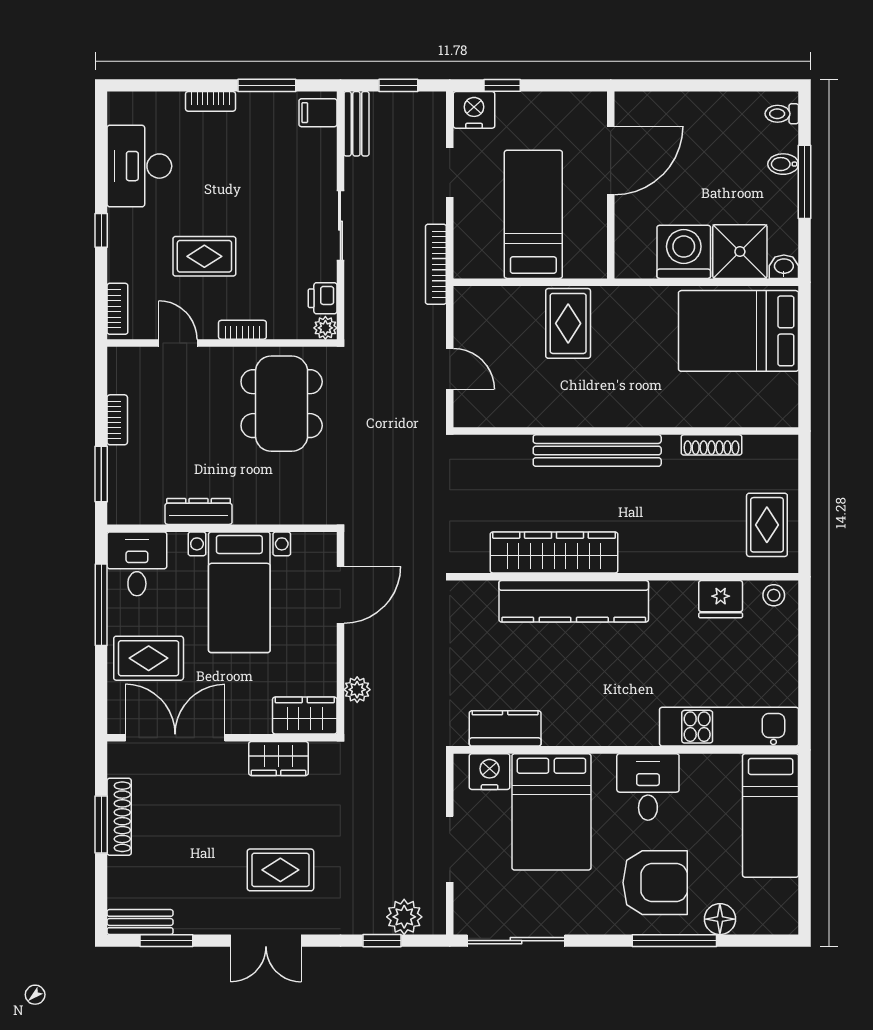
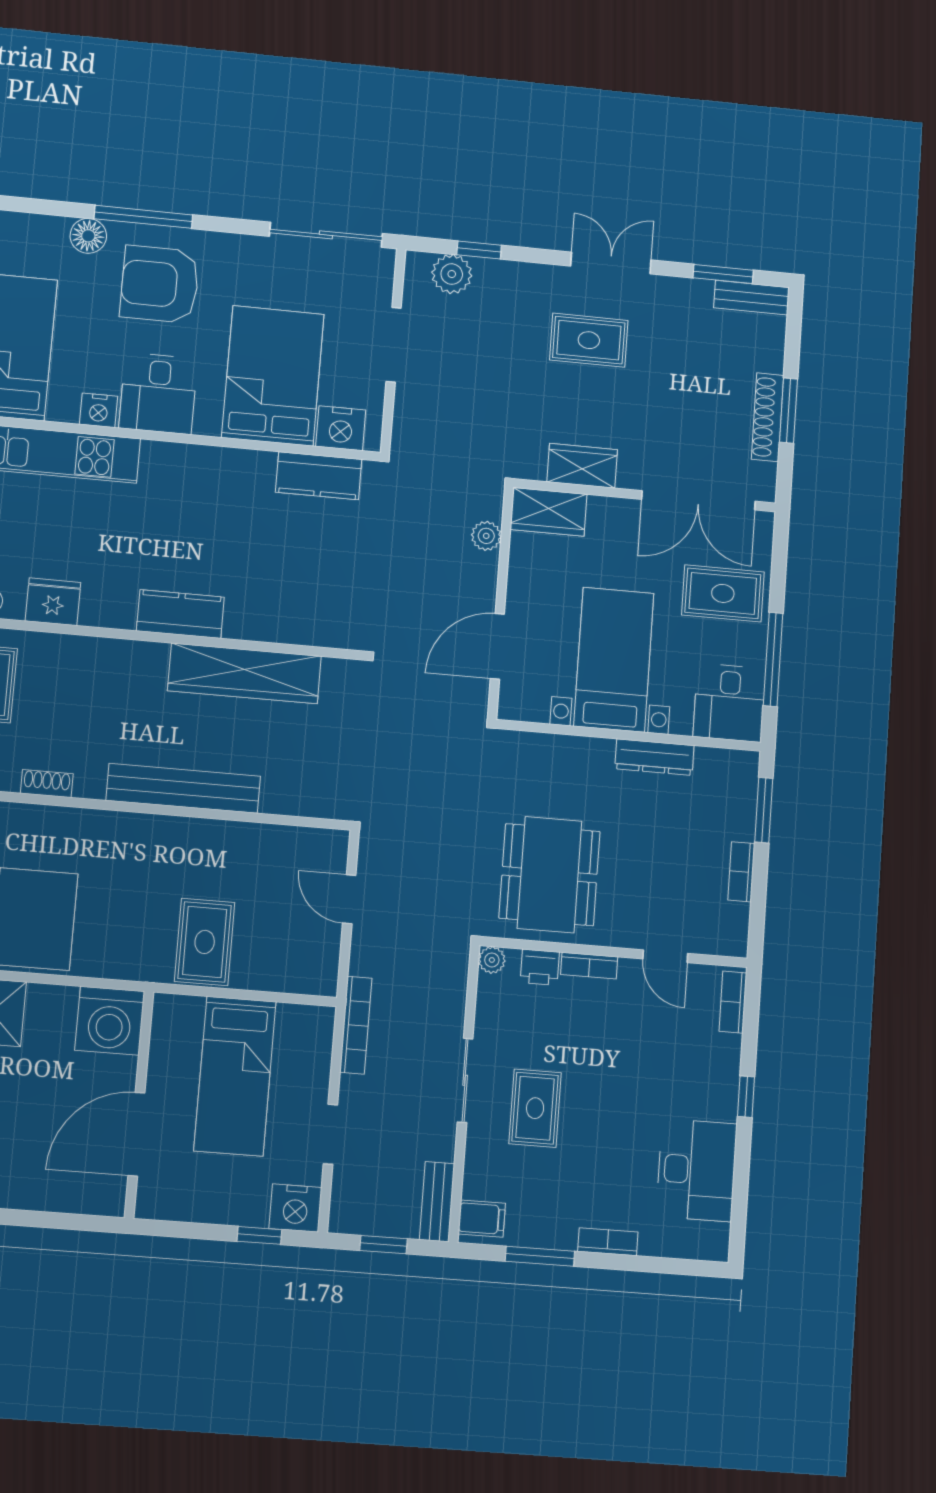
washing machine: (684, 252) -> (110, 1021), moved
rug: (204, 256) -> (535, 1108), moved, turned 90
printer: (323, 298) -> (540, 967), moved, turned 90
shoe rack: (711, 445) -> (47, 784), width x0.70
kitchen counter: (574, 601) -> (180, 614), width x0.48, depth x0.86
nightstand: (697, 767) -> (99, 410), added

